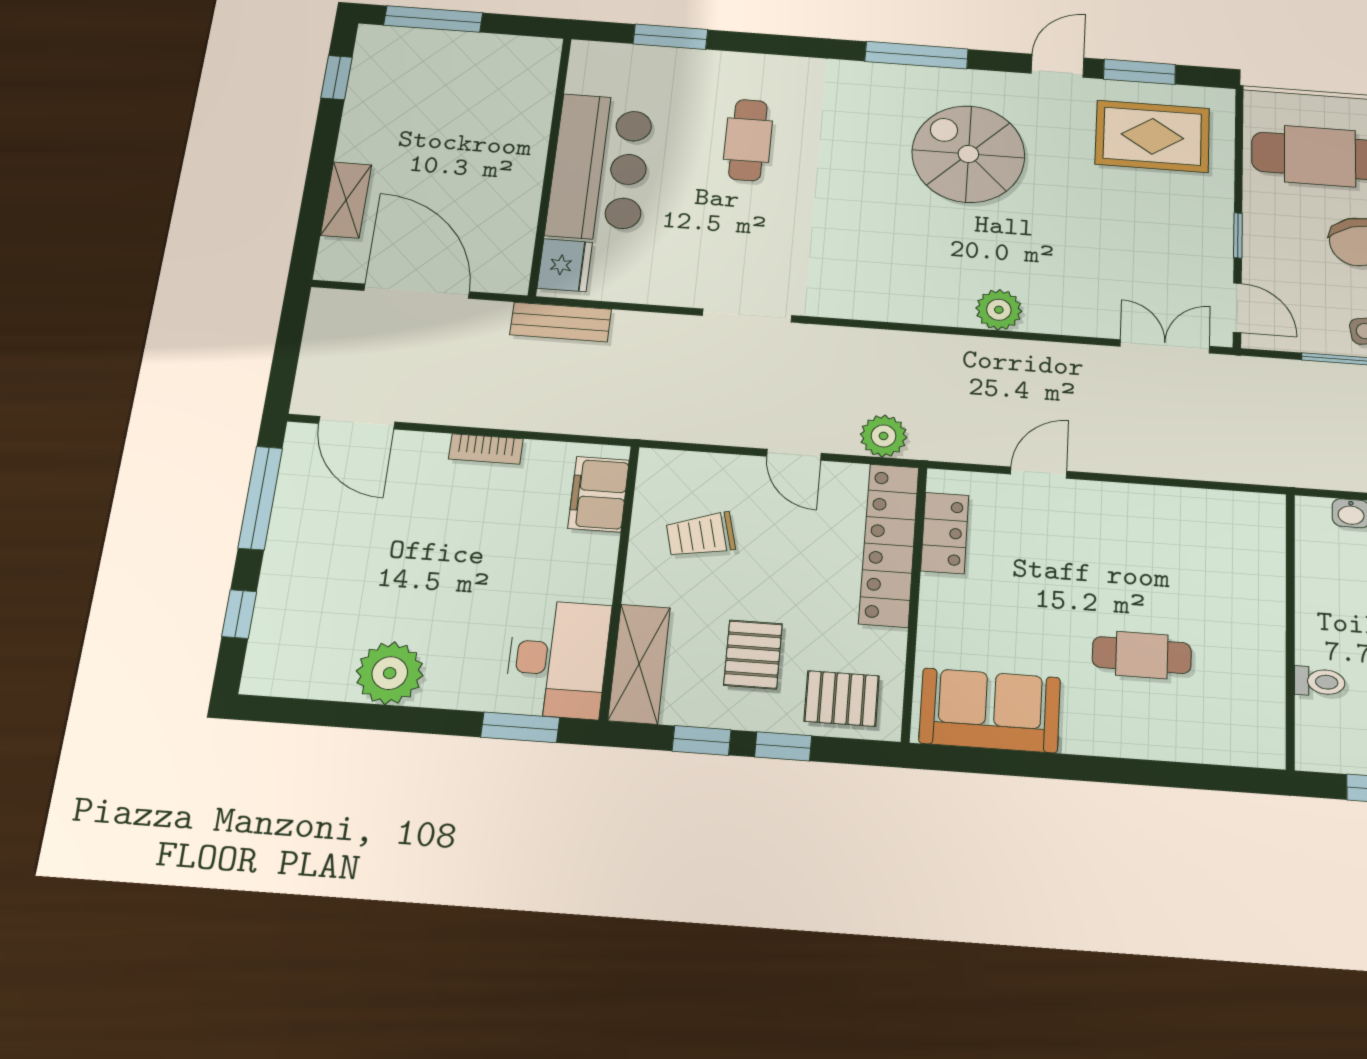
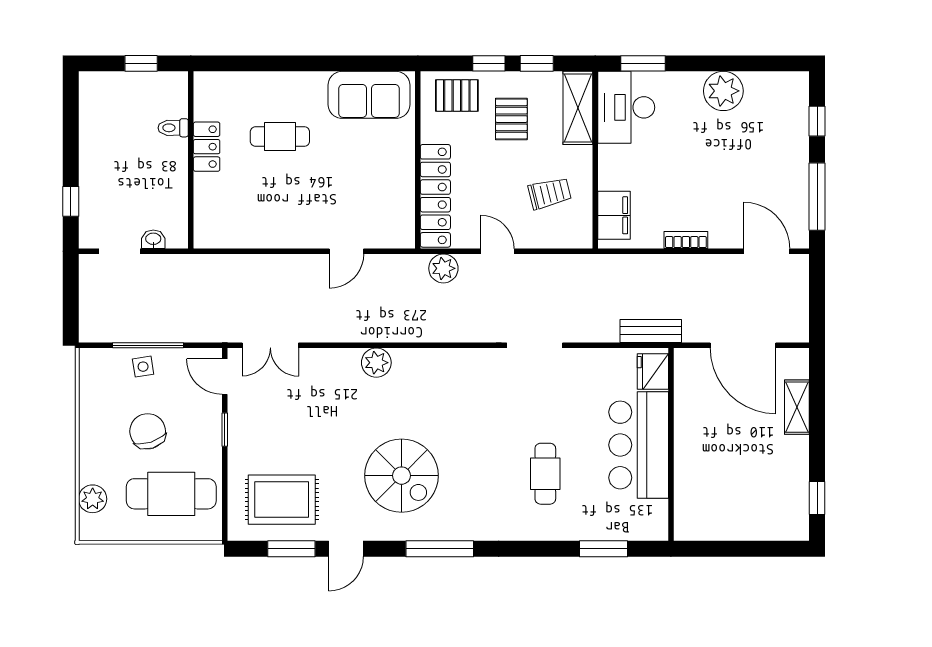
window: (433, 19) -> (761, 549), removed
locker: (945, 533) -> (207, 147), moved, turned 180

